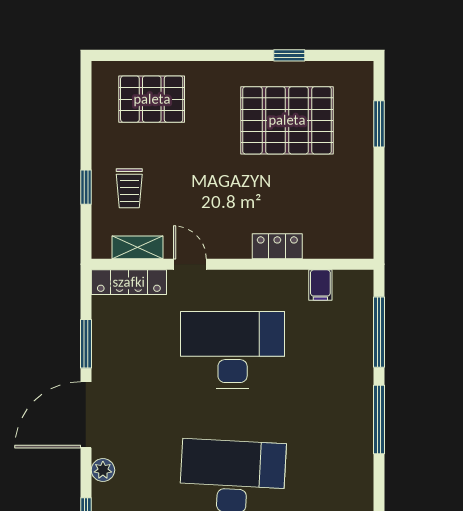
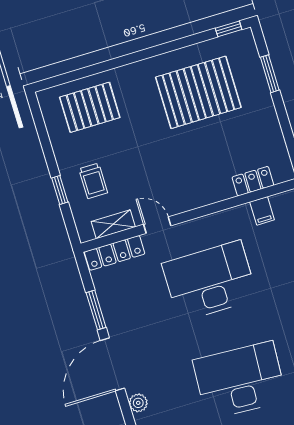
window: (289, 55) -> (229, 29), moved
locker: (277, 246) -> (253, 181), moved

